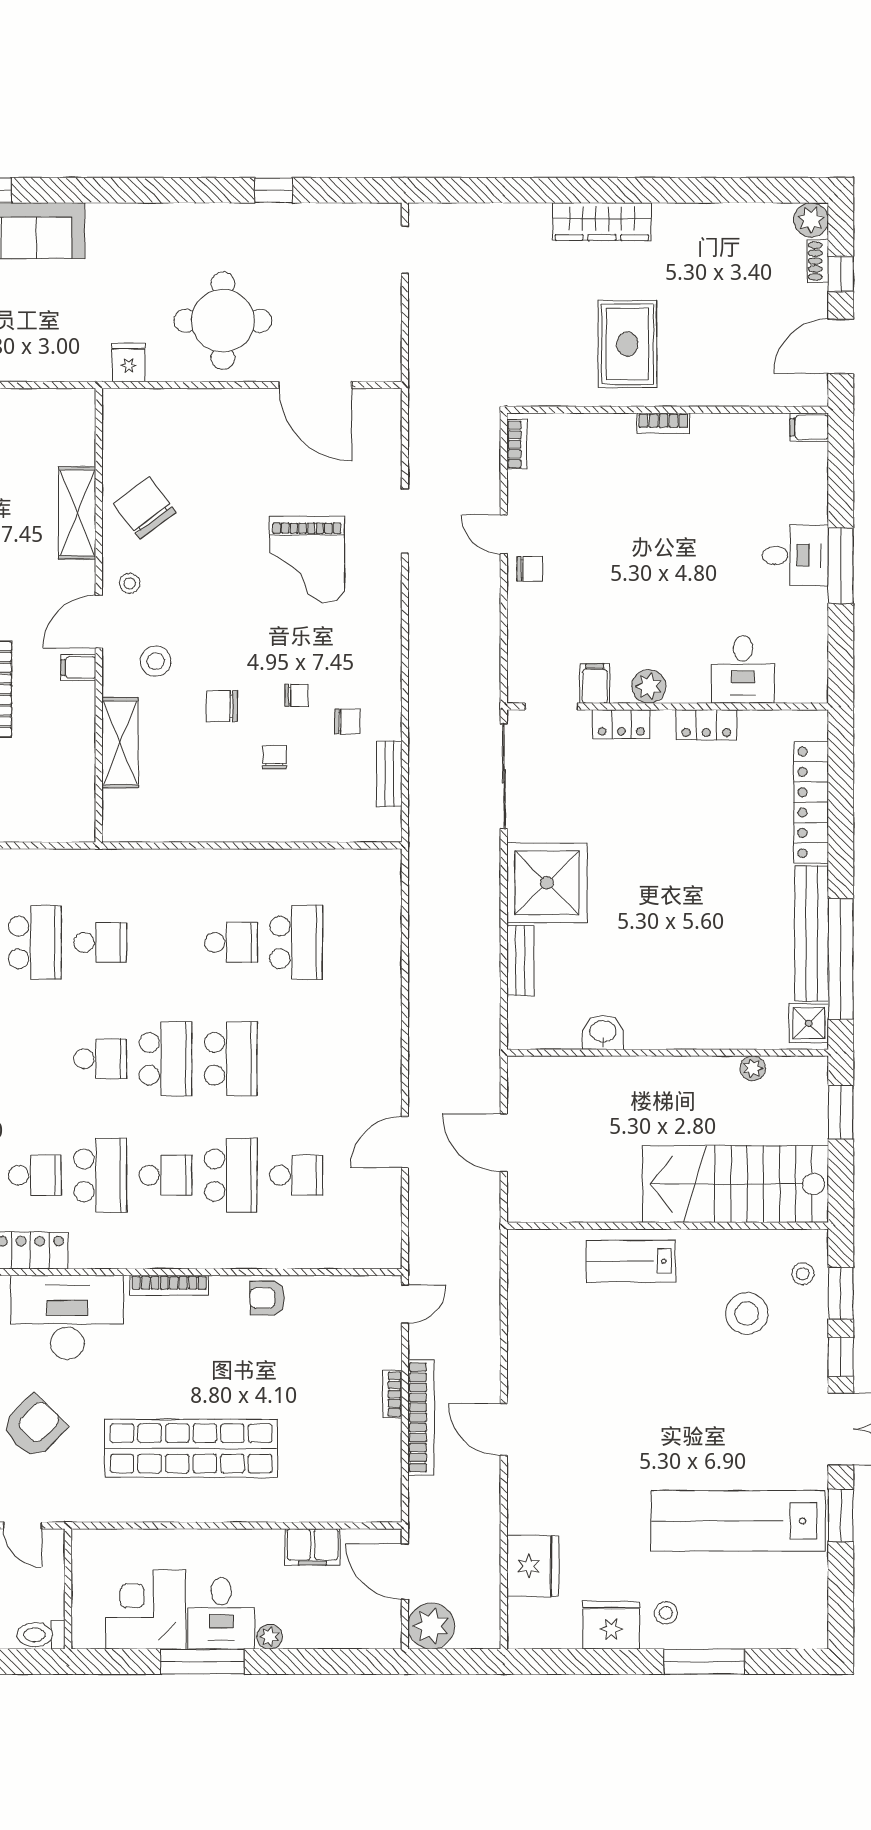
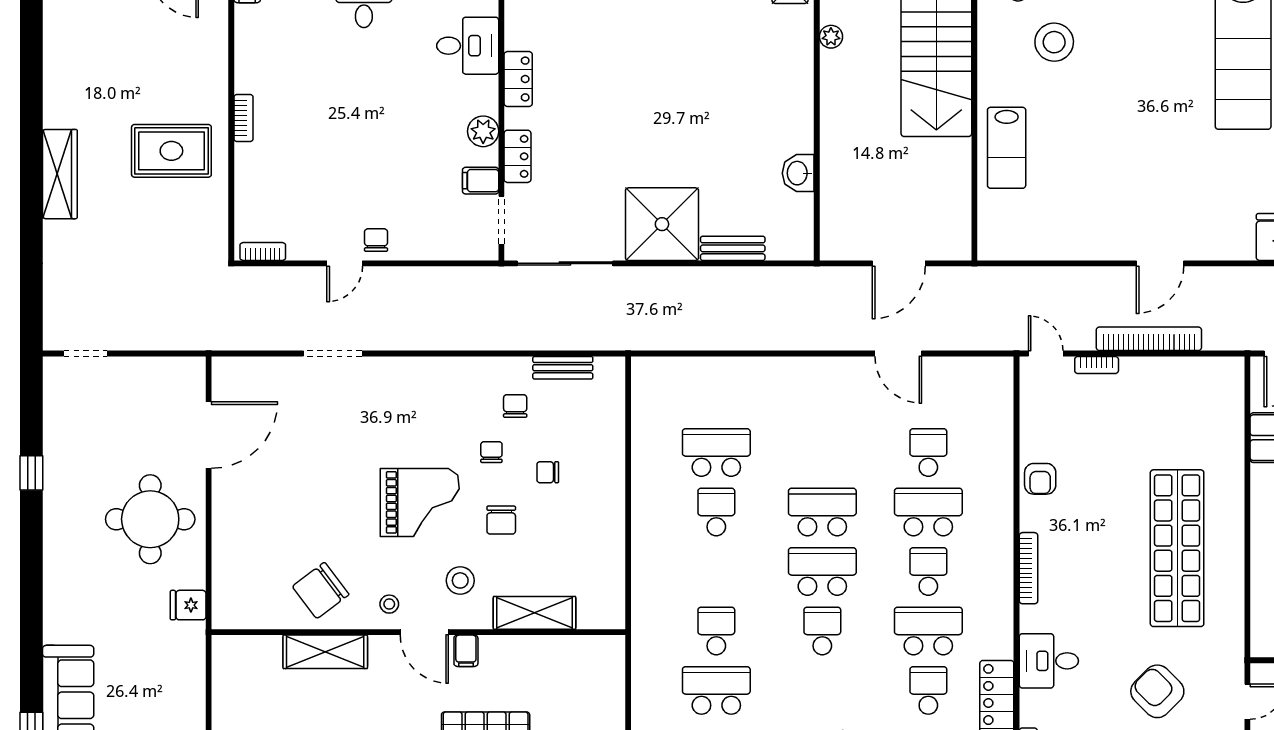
grand piano: (307, 559) -> (420, 502), moved
desk: (67, 1317) -> (1049, 661), width x0.53, depth x0.77
bookcase: (392, 1394) -> (1097, 365), moved

